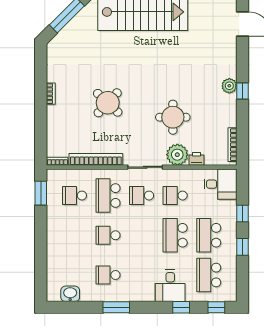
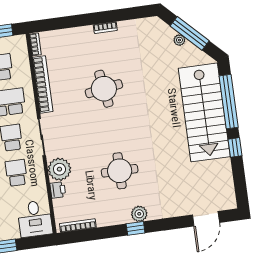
plant: (72, 26) -> (179, 40), added
round table: (108, 103) -> (104, 89), turned 38
round table: (173, 117) -> (120, 171), moved

